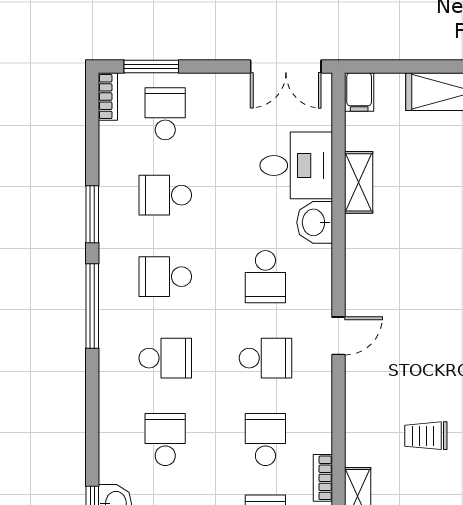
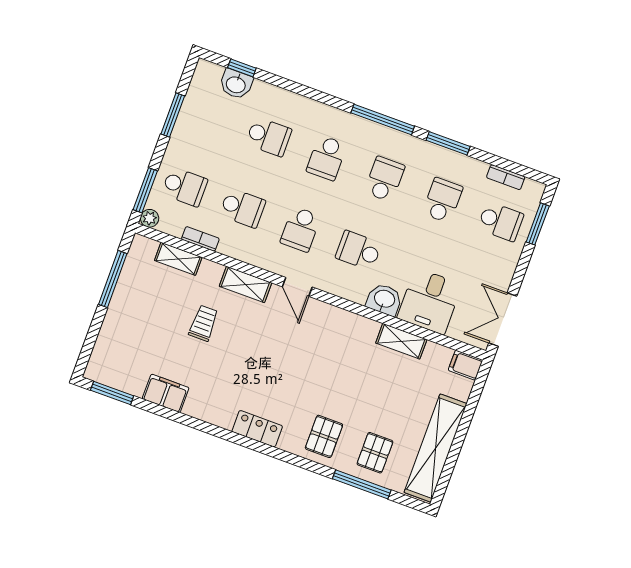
bookcase: (108, 97) -> (506, 177), moved
shelving: (359, 401) -> (245, 284), added

